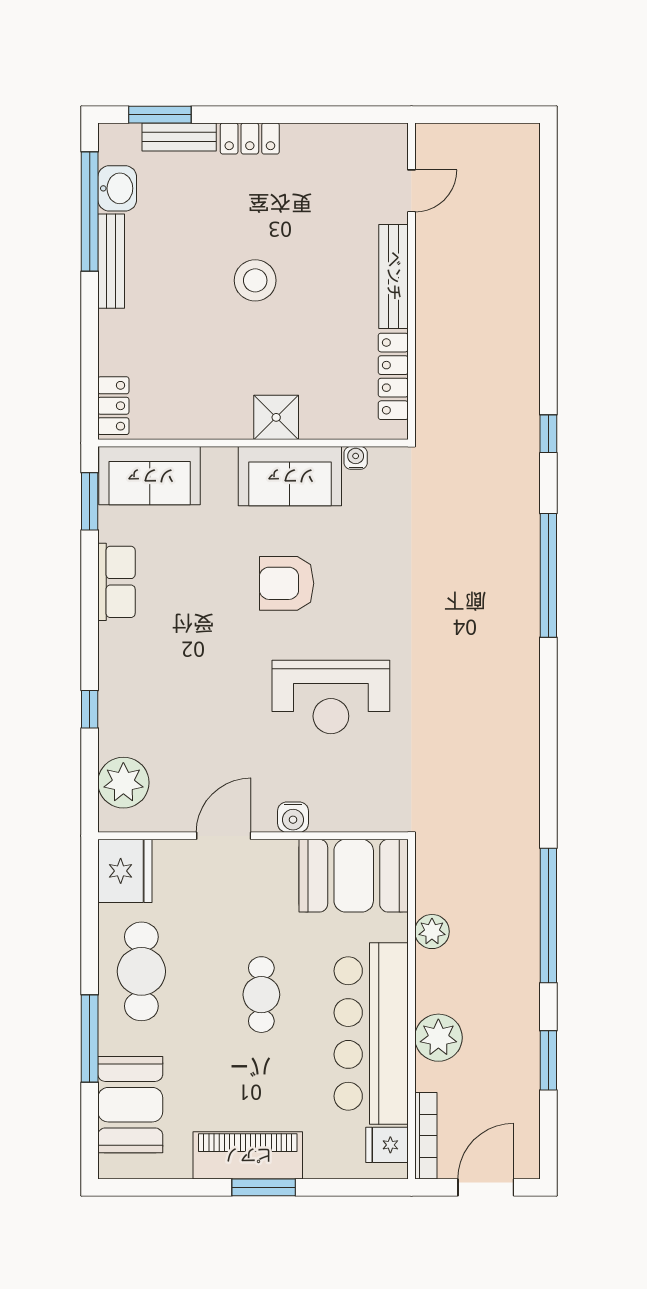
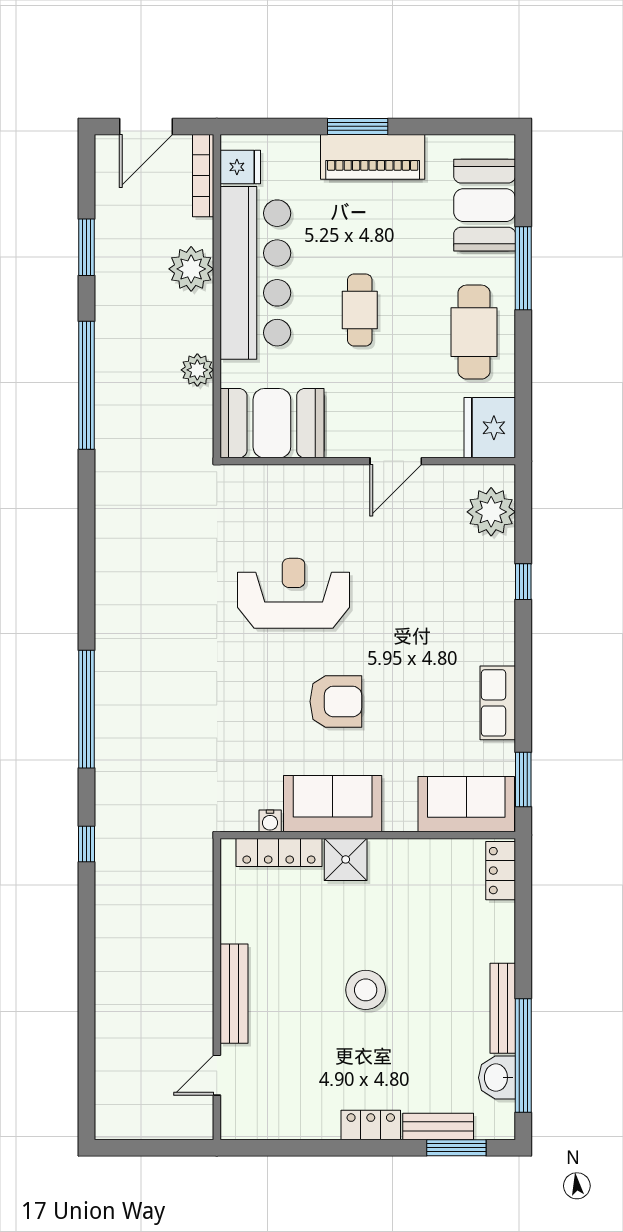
locker: (393, 376) -> (279, 852), moved, turned 90
water cooler: (293, 817) -> (330, 479), removed

